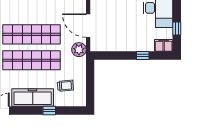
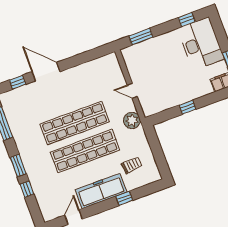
door: (88, 26) -> (132, 91), width x0.53
window: (143, 55) -> (188, 107), moved

